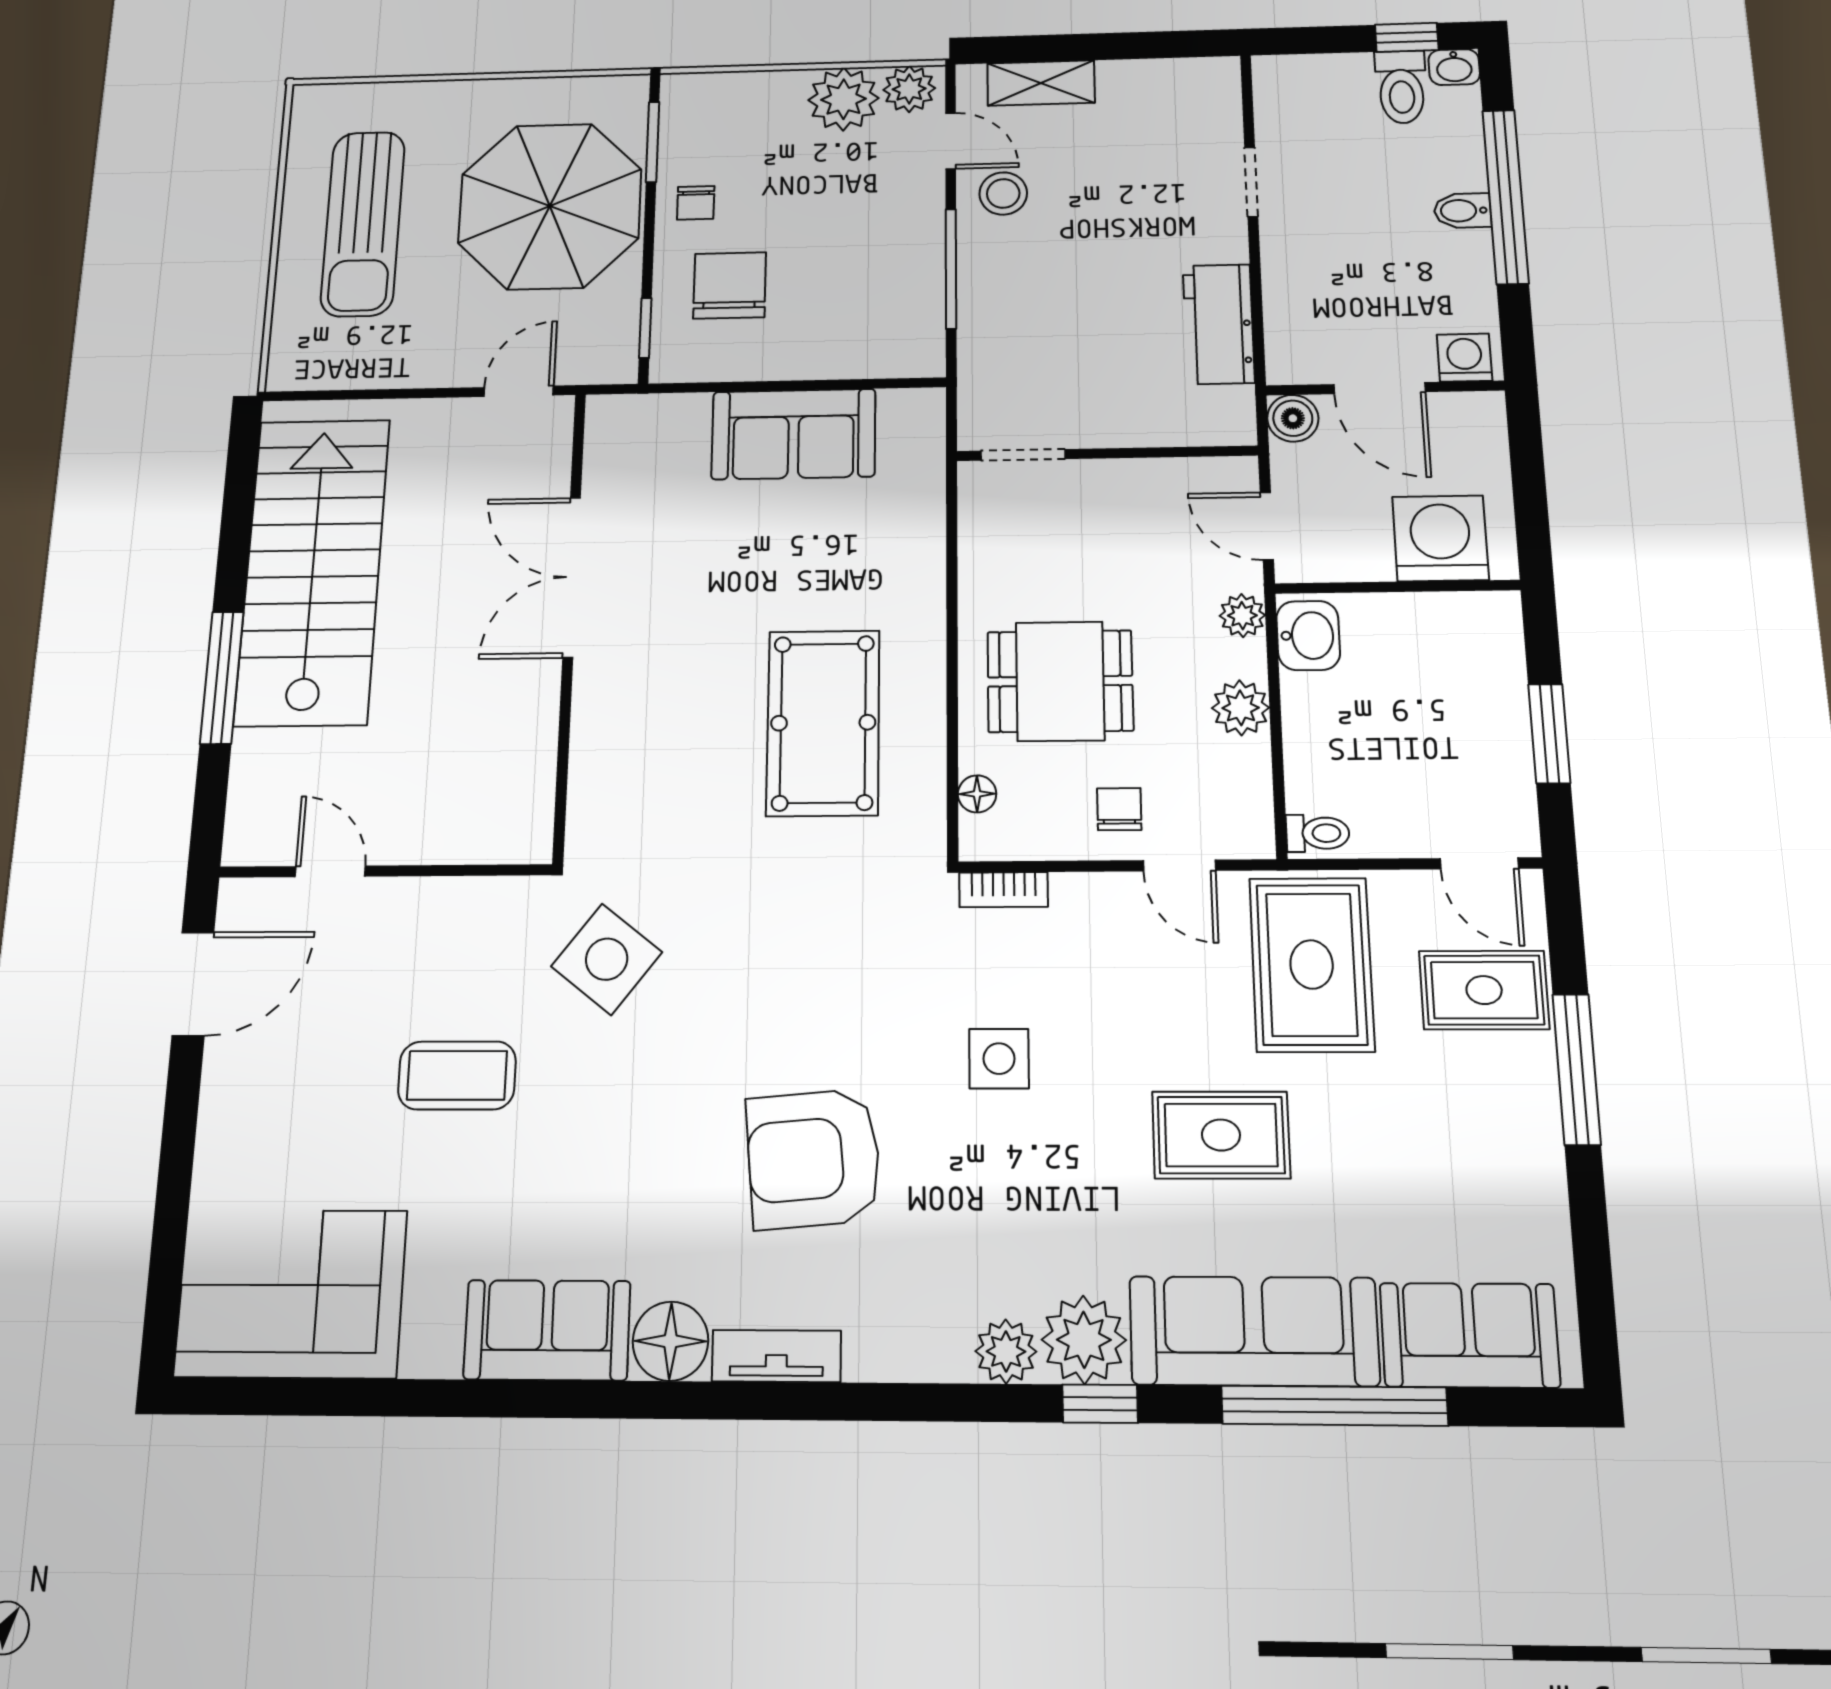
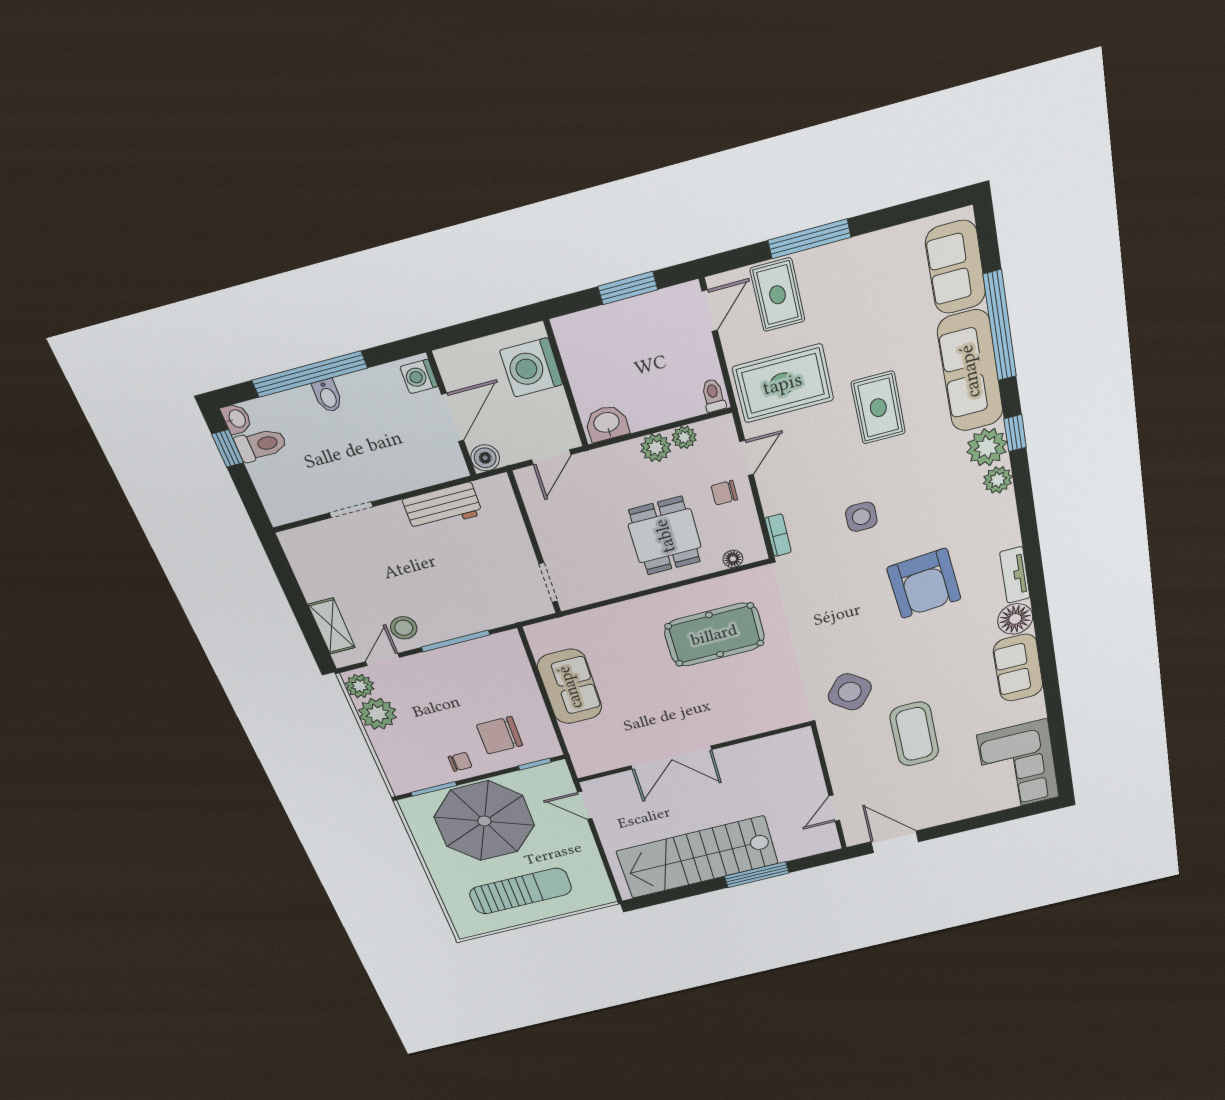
plant: (1242, 616) -> (684, 437), moved
coffee table: (457, 1075) -> (914, 734), width x1.36, depth x1.32

